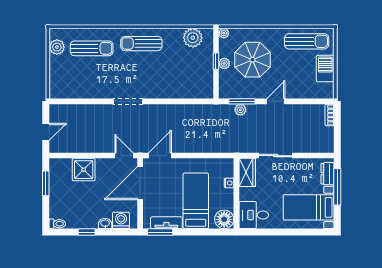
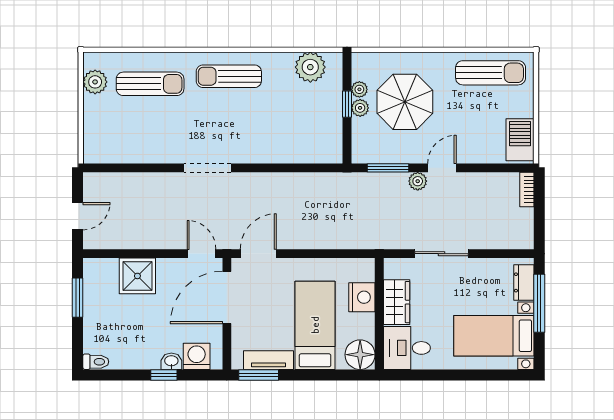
plant: (224, 33) -> (359, 89), moved
barbecue: (325, 68) -> (520, 140), moved
plant: (240, 110) -> (418, 181), moved
wardrobe: (247, 172) -> (397, 302), moved
nightstand: (229, 183) -> (362, 297), width x1.89, depth x1.79
window: (87, 232) -> (164, 375), moved

